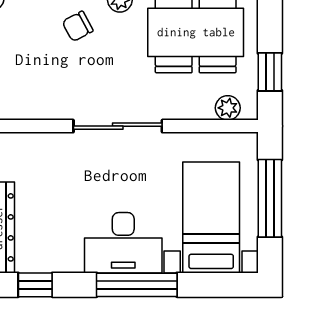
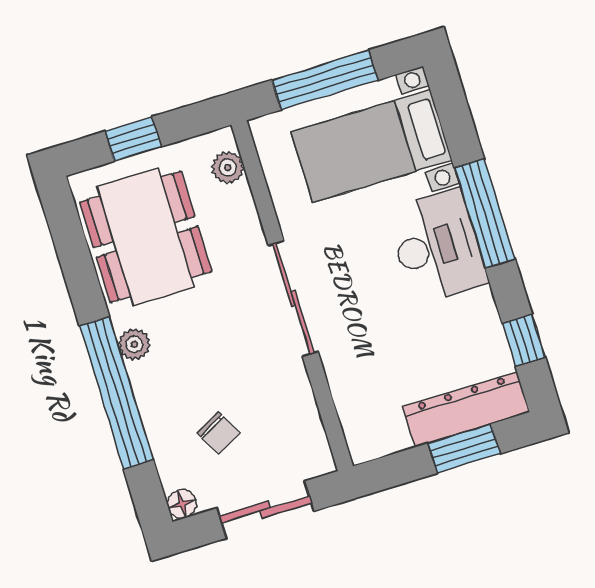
chair: (78, 26) -> (218, 433), moved
window: (270, 72) -> (133, 139), moved

